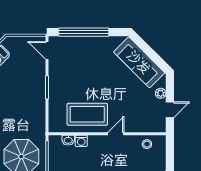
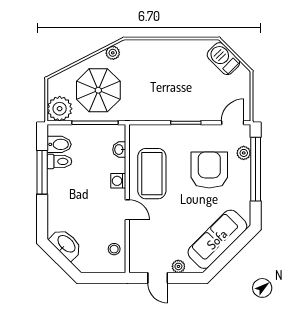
plant: (71, 42) -> (244, 153), added
armchair: (84, 69) -> (209, 170), added
washing machine: (81, 141) -> (118, 181), moved

